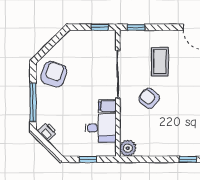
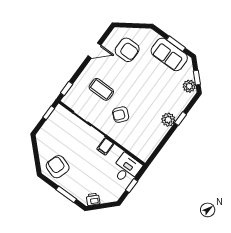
window: (33, 102) -> (66, 194), width x0.69
desk: (101, 128) -> (126, 169), moved
plant: (128, 148) -> (168, 120), moved

